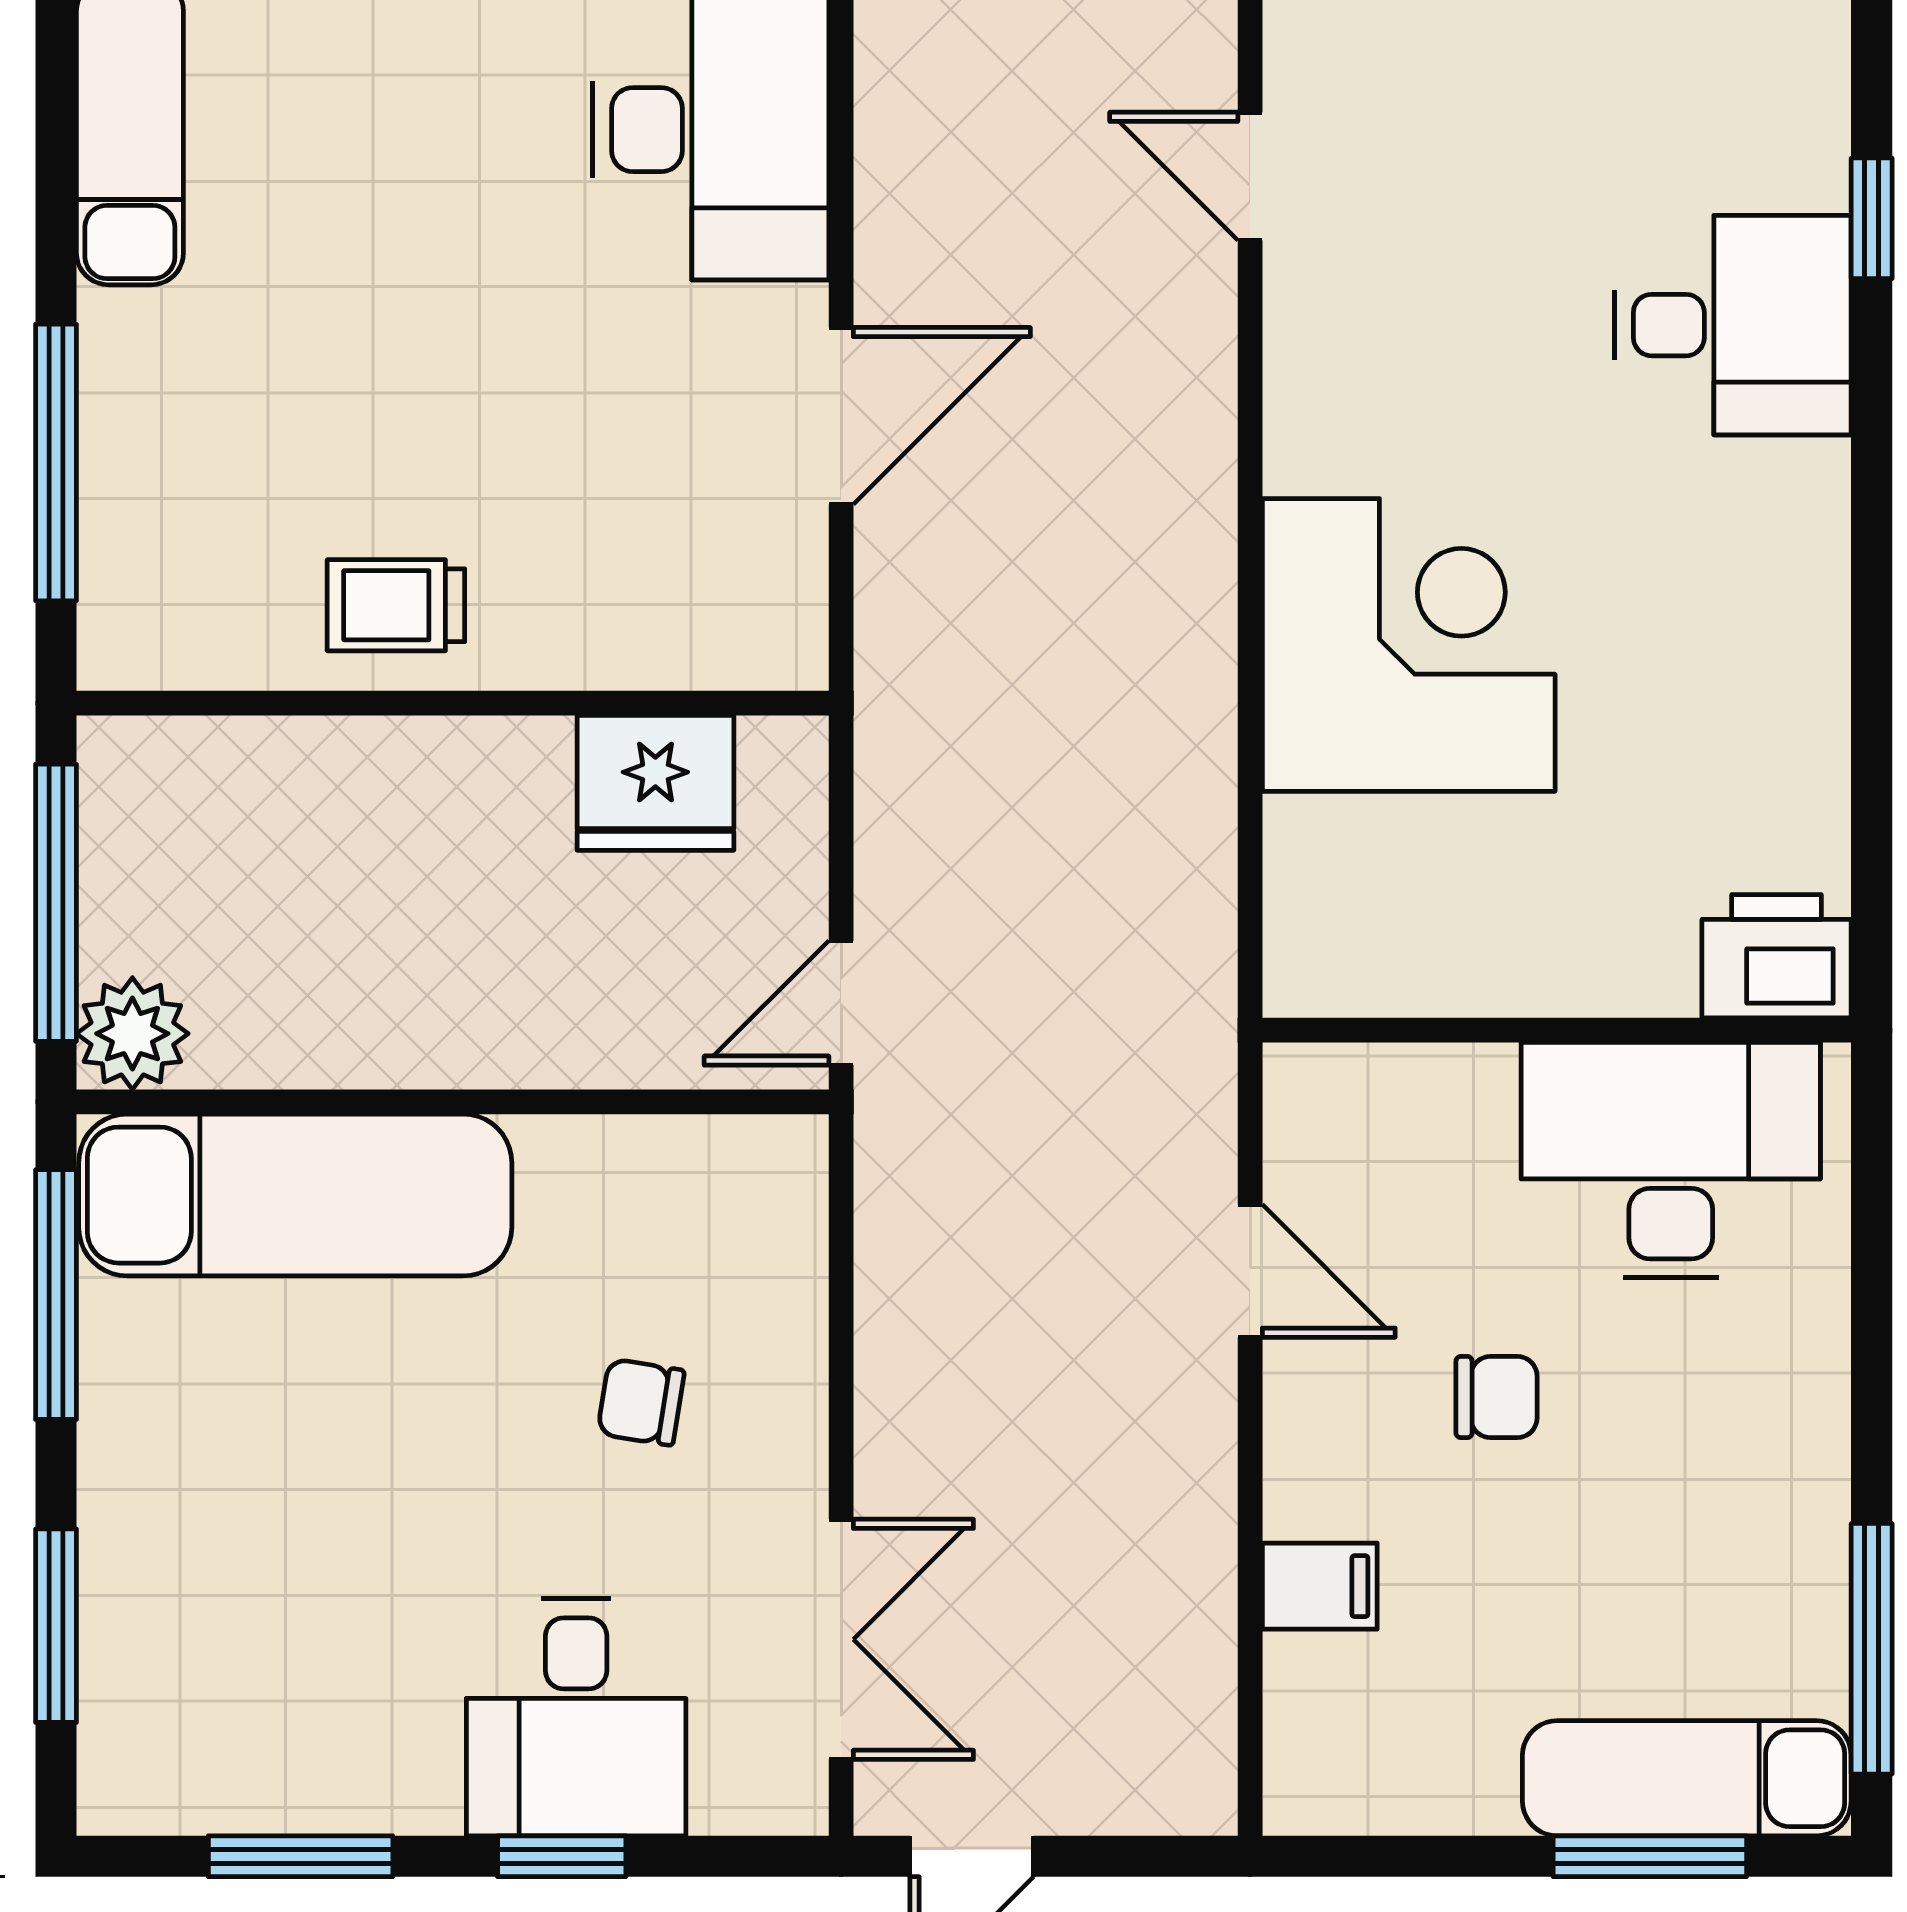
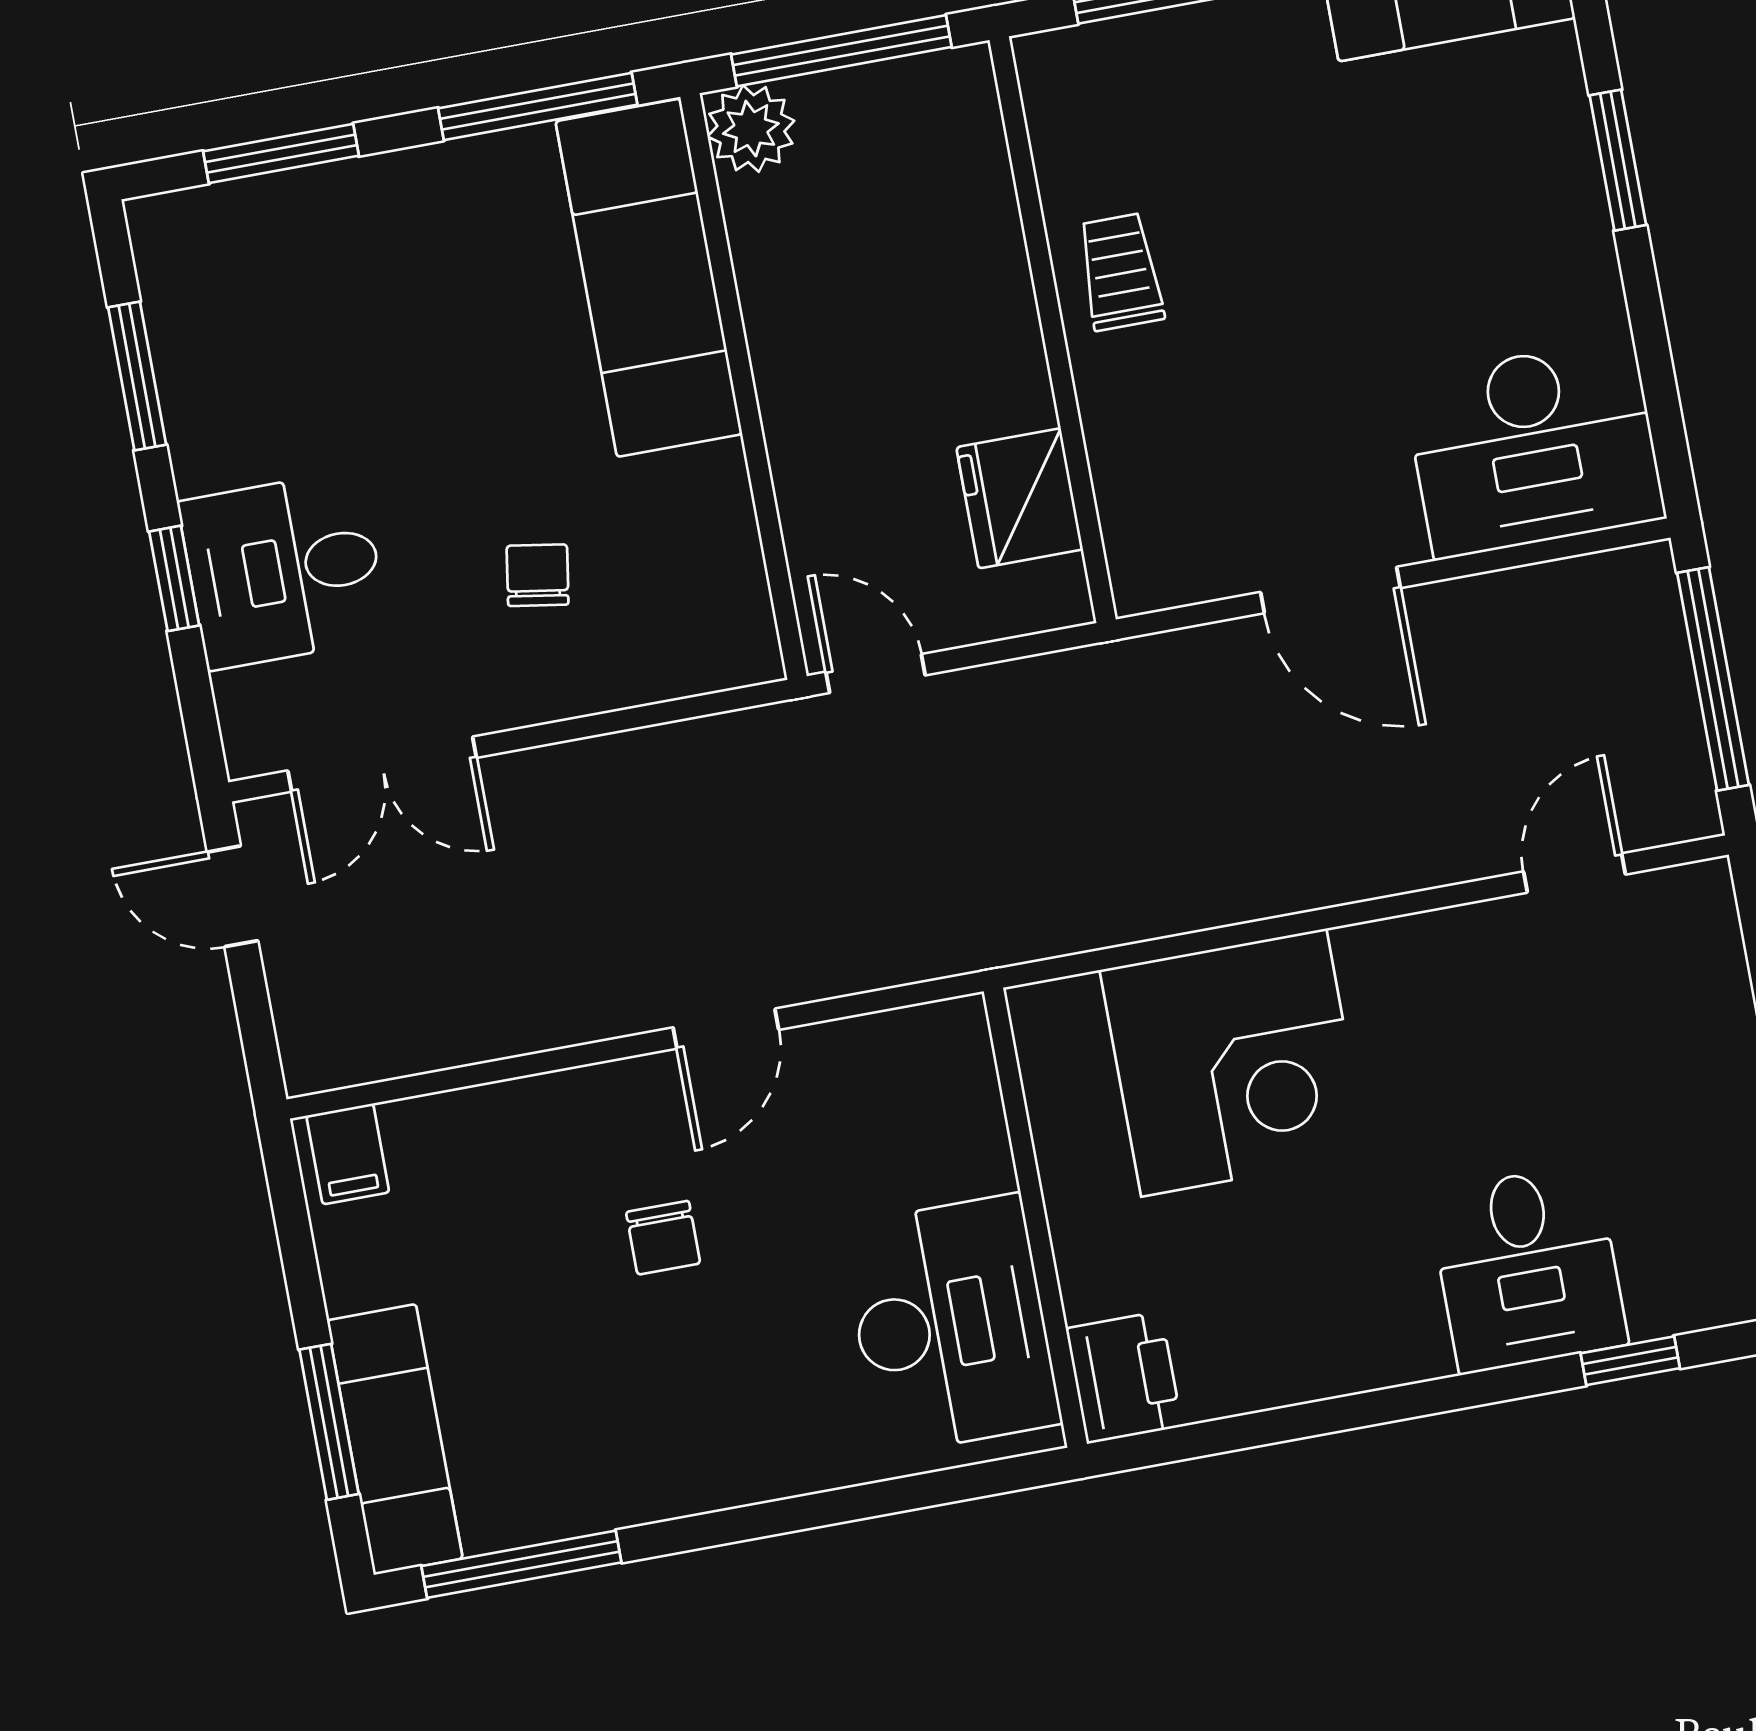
printer: (1777, 956) -> (1124, 1377), moved
wall: (1557, 1030) -> (1035, 1218), moved
desk: (1671, 1160) -> (951, 1324), moved
filing cabinet: (1320, 1586) -> (348, 1154), moved

